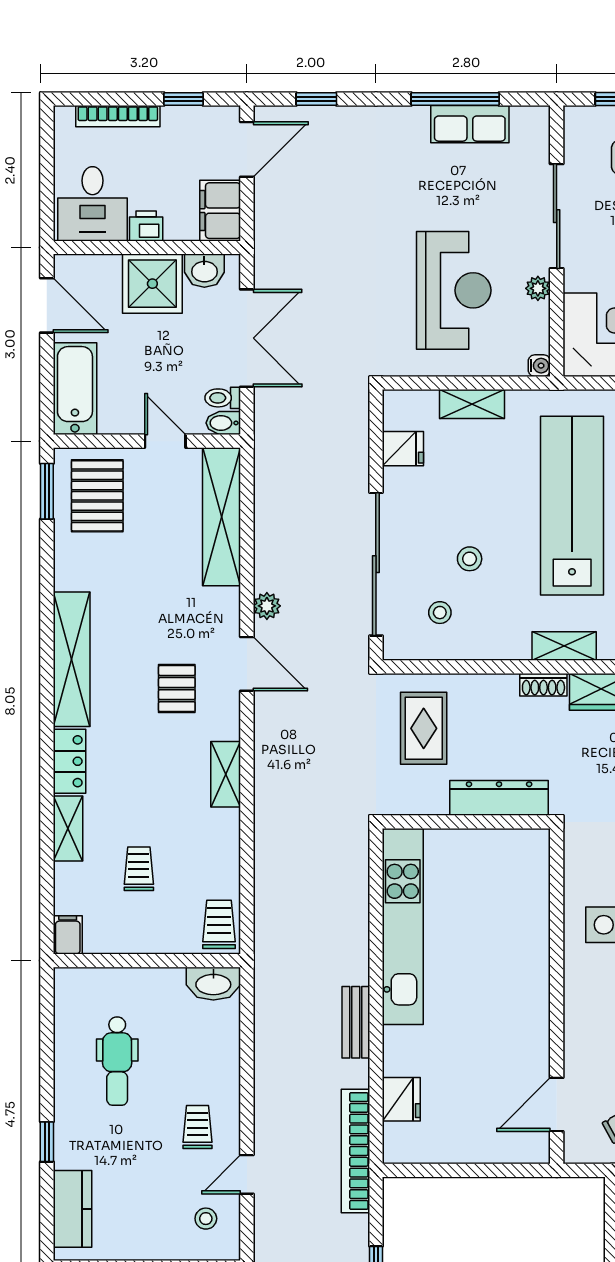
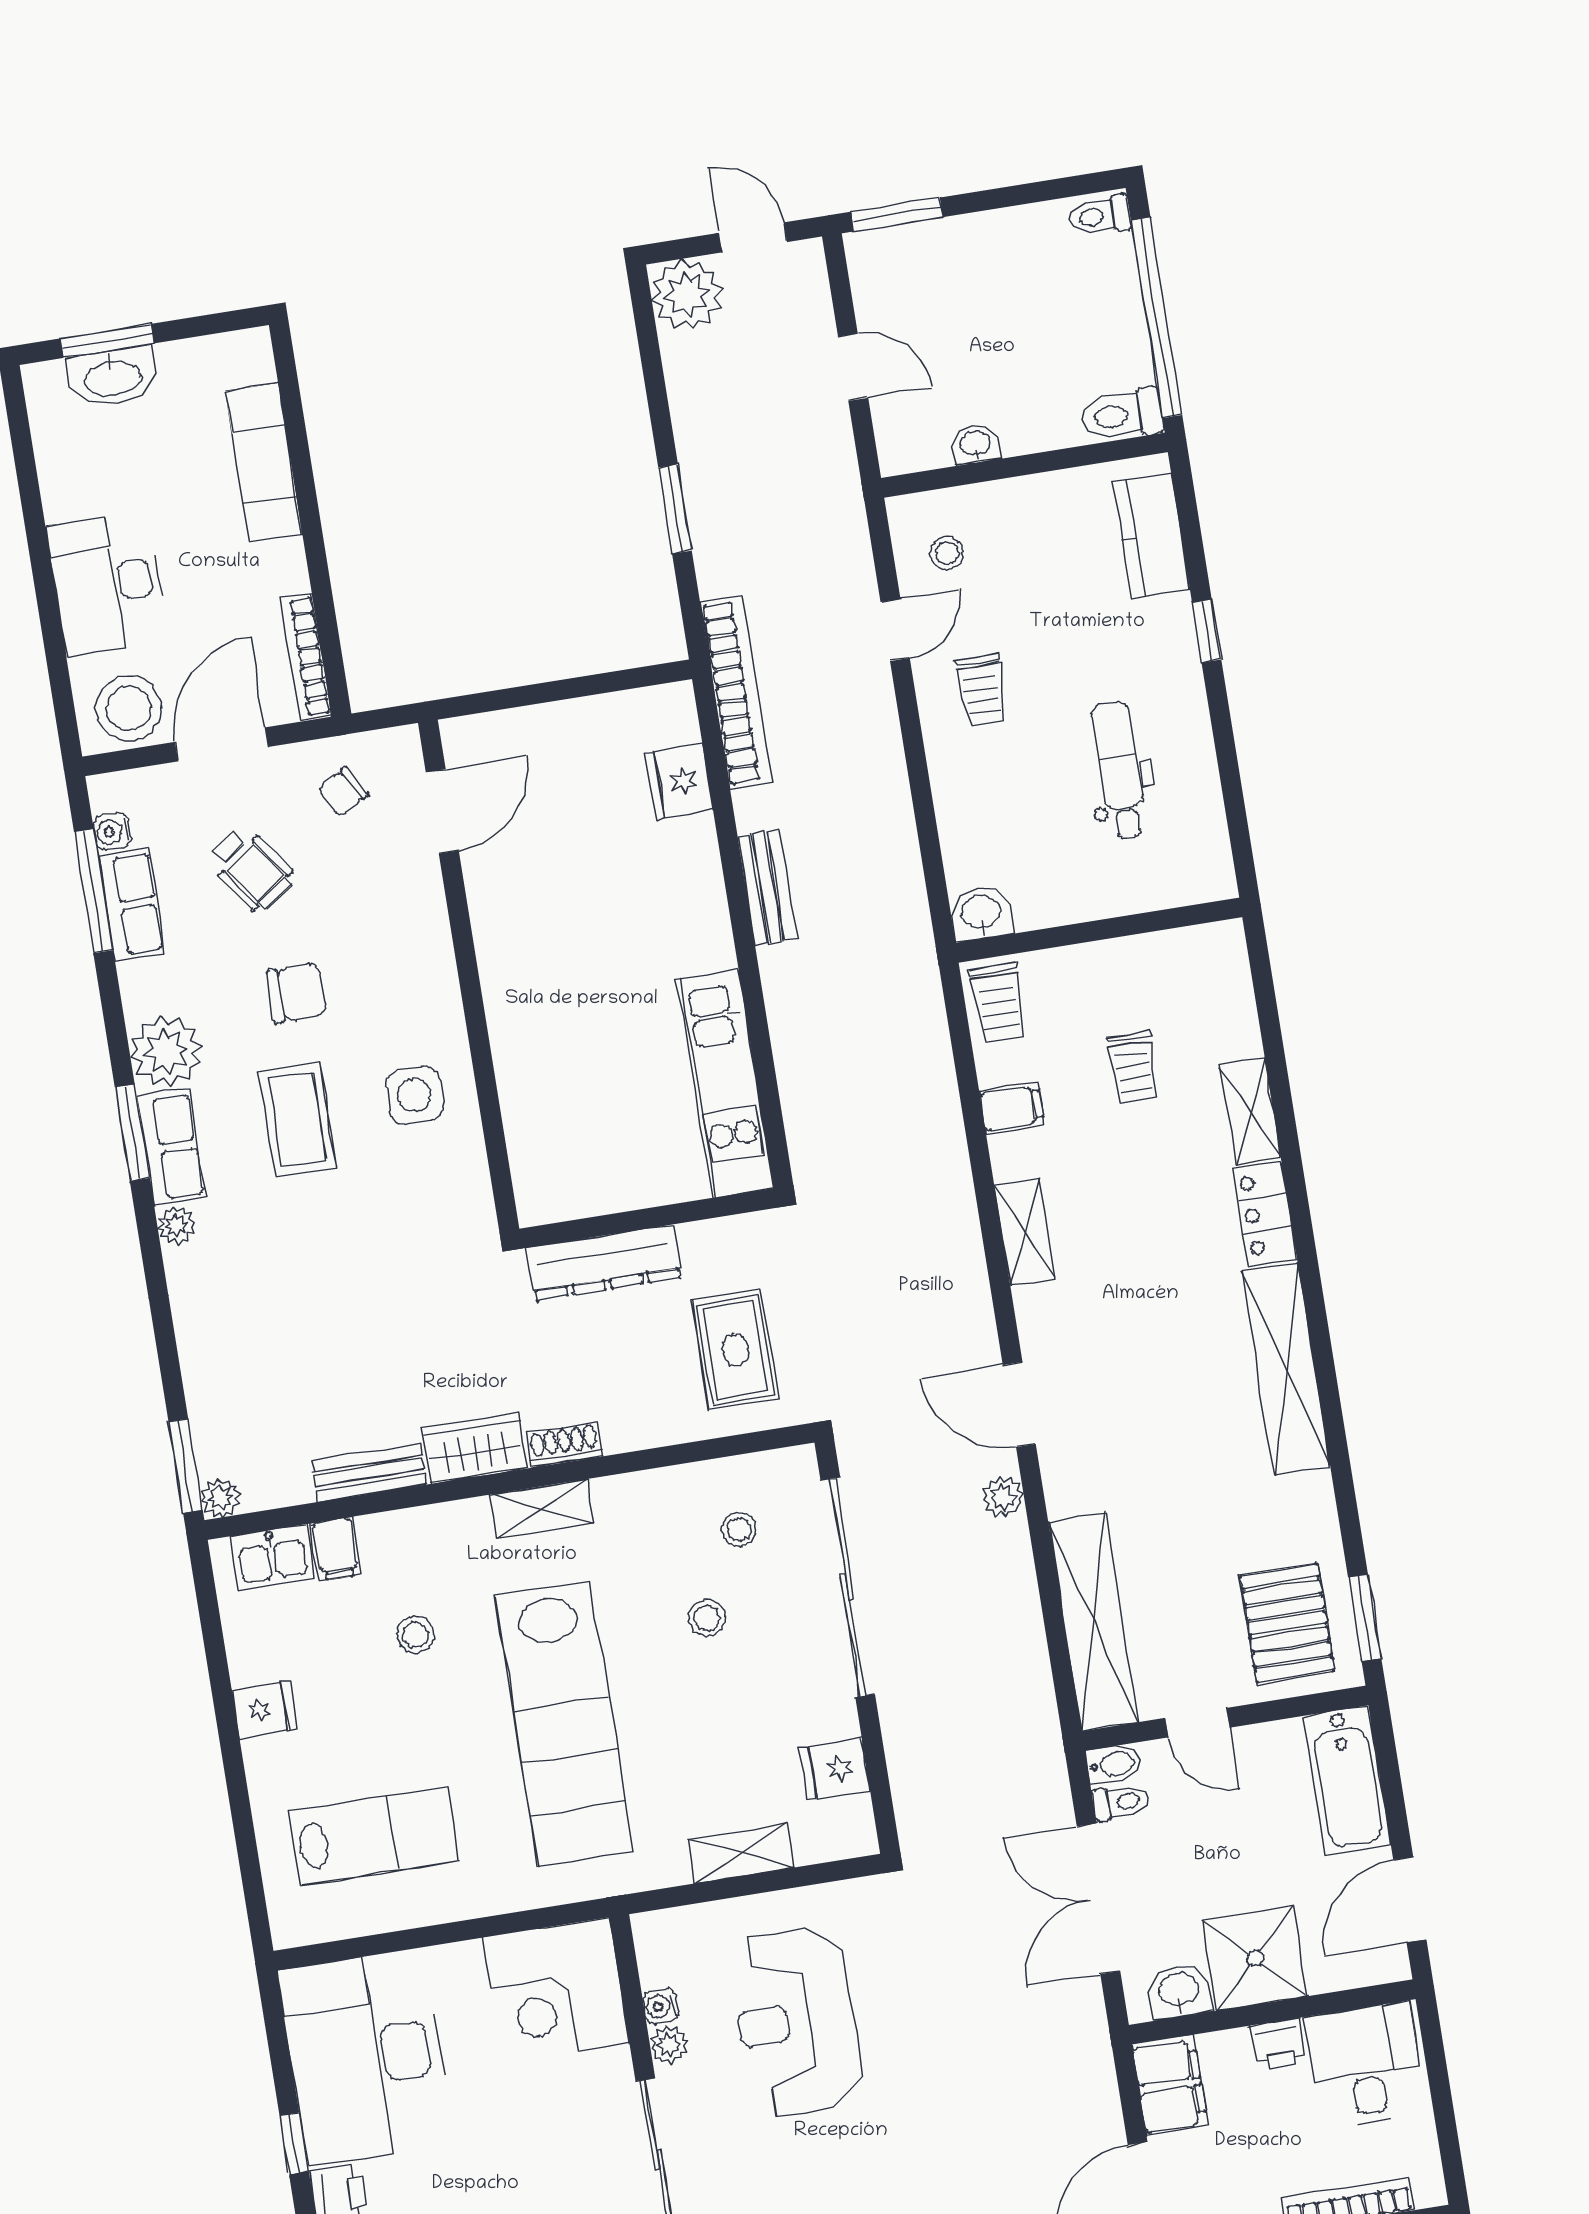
door: (47, 305) -> (1410, 1900), hinge flipped
water cooler: (539, 366) -> (661, 2006), moved
pallet: (177, 689) -> (1120, 1350), removed
kitchen unit: (403, 927) -> (725, 1084), width x0.73
filing cabinet: (68, 935) -> (1012, 1108), moved, turned -90
washbasin: (213, 984) -> (981, 913), width x0.72

